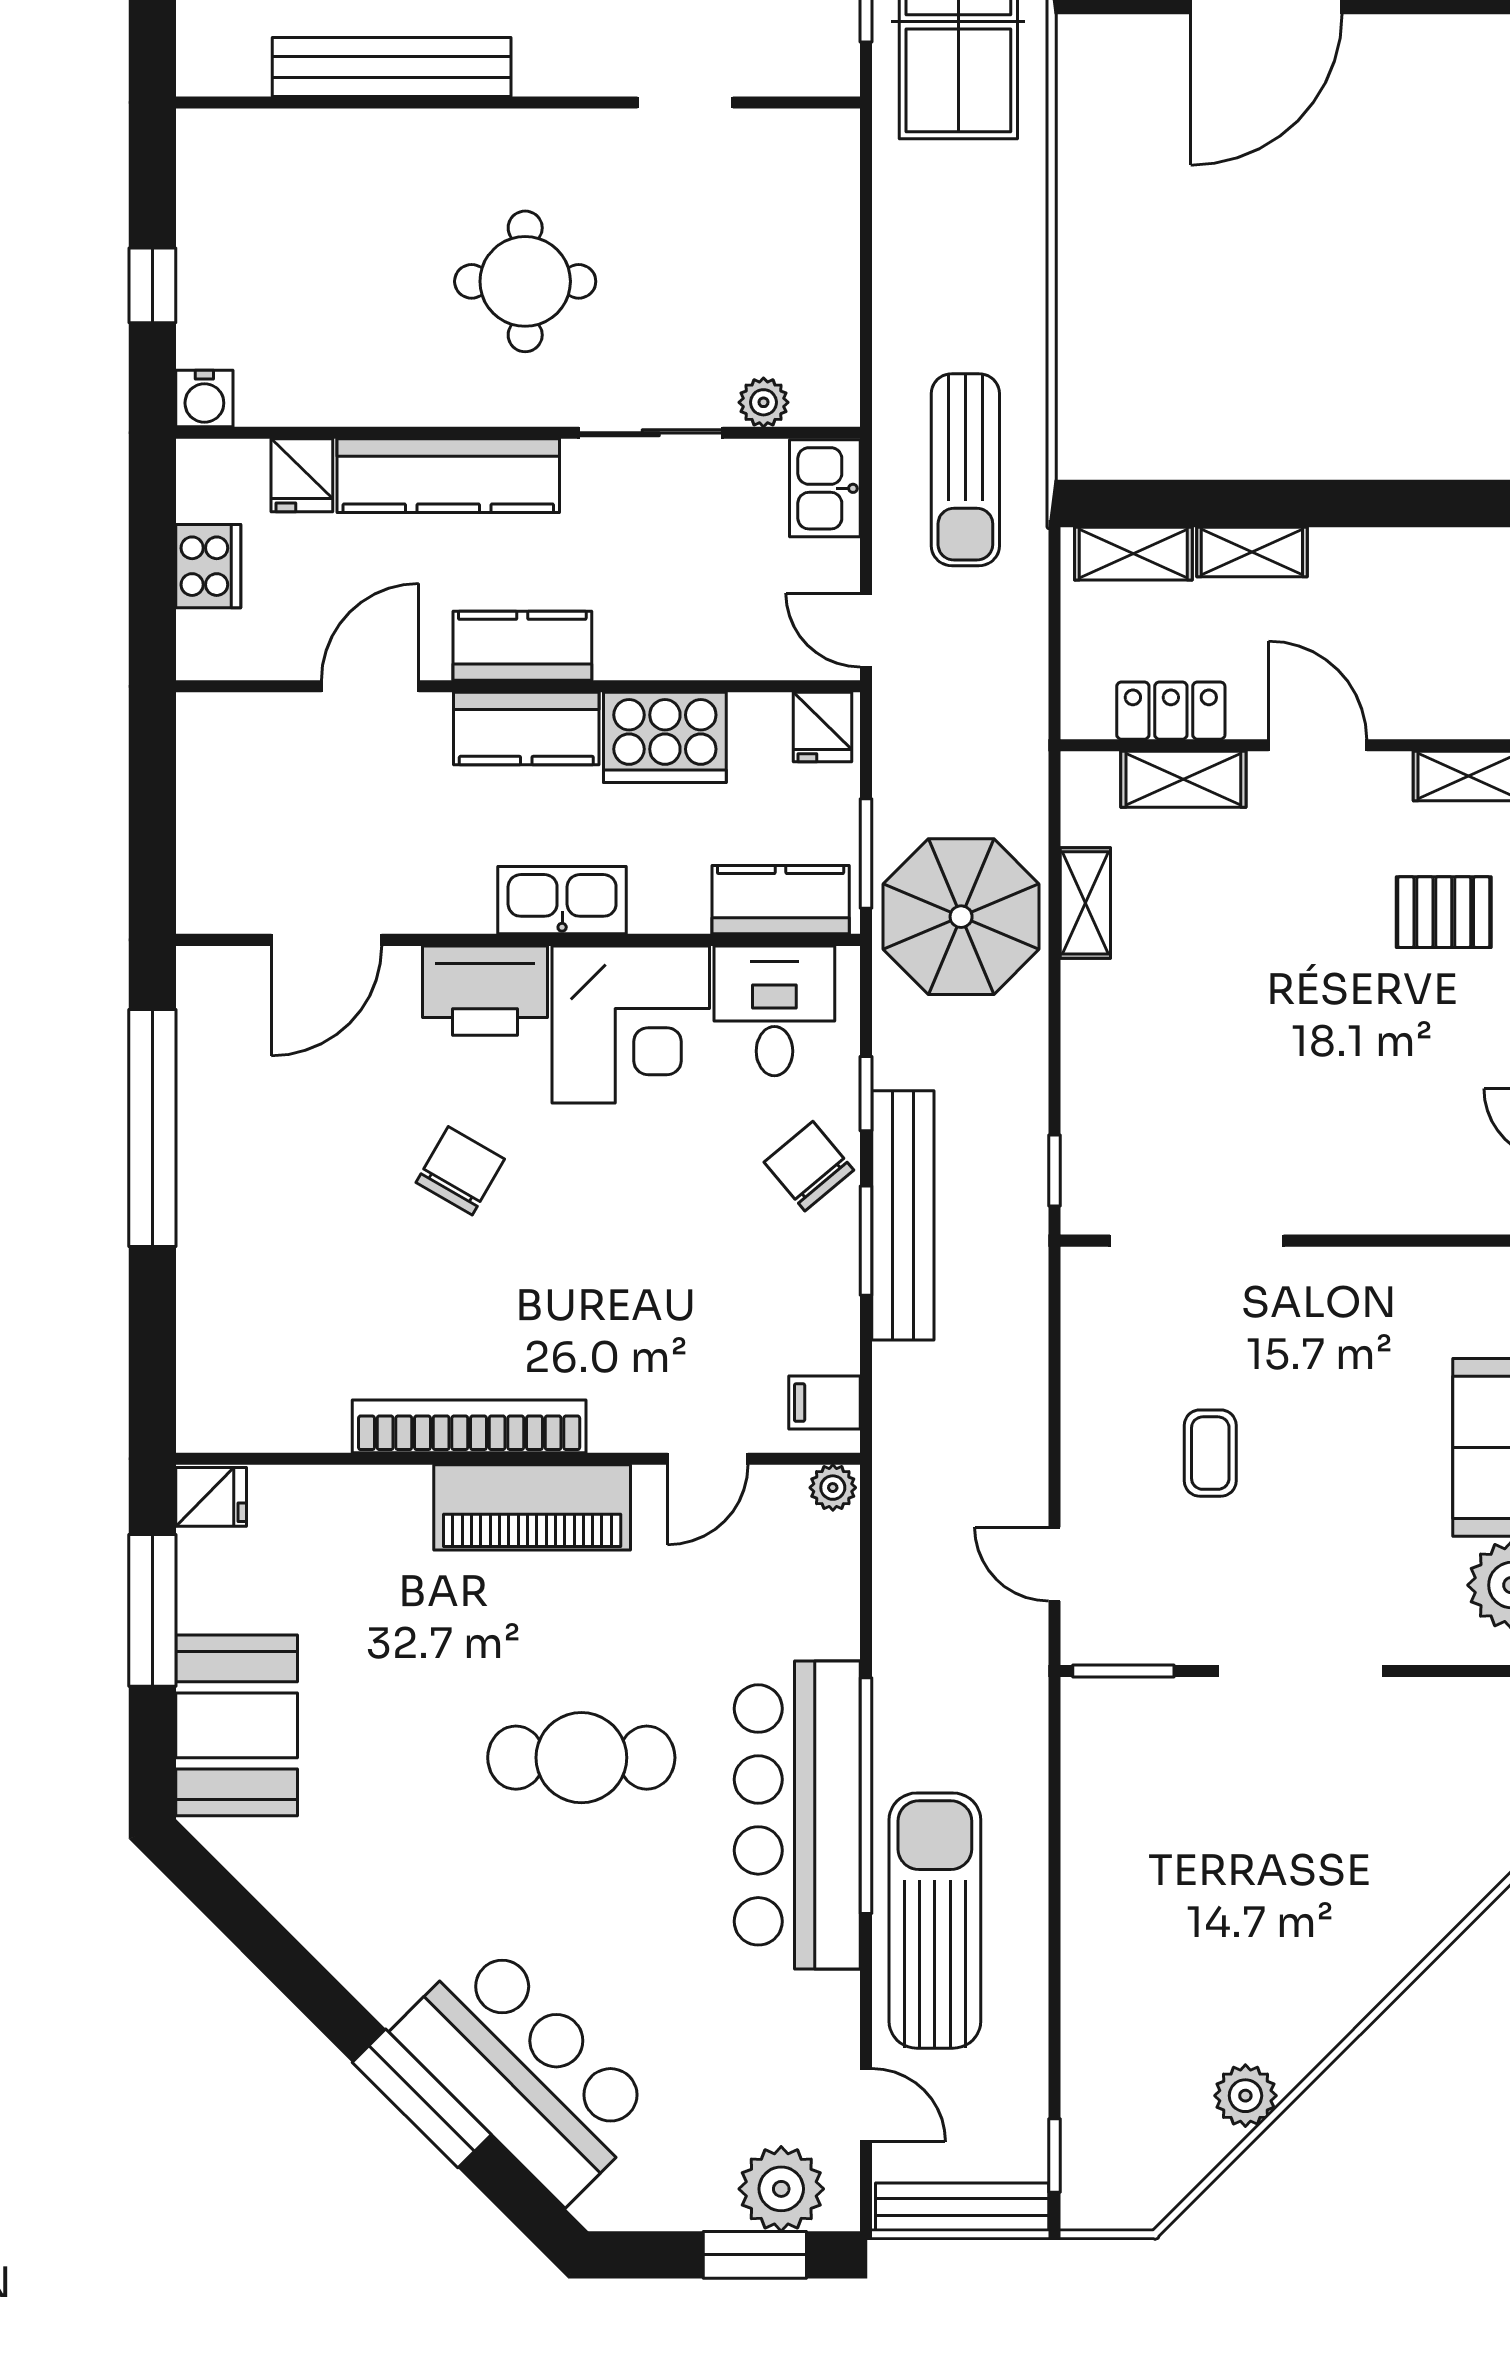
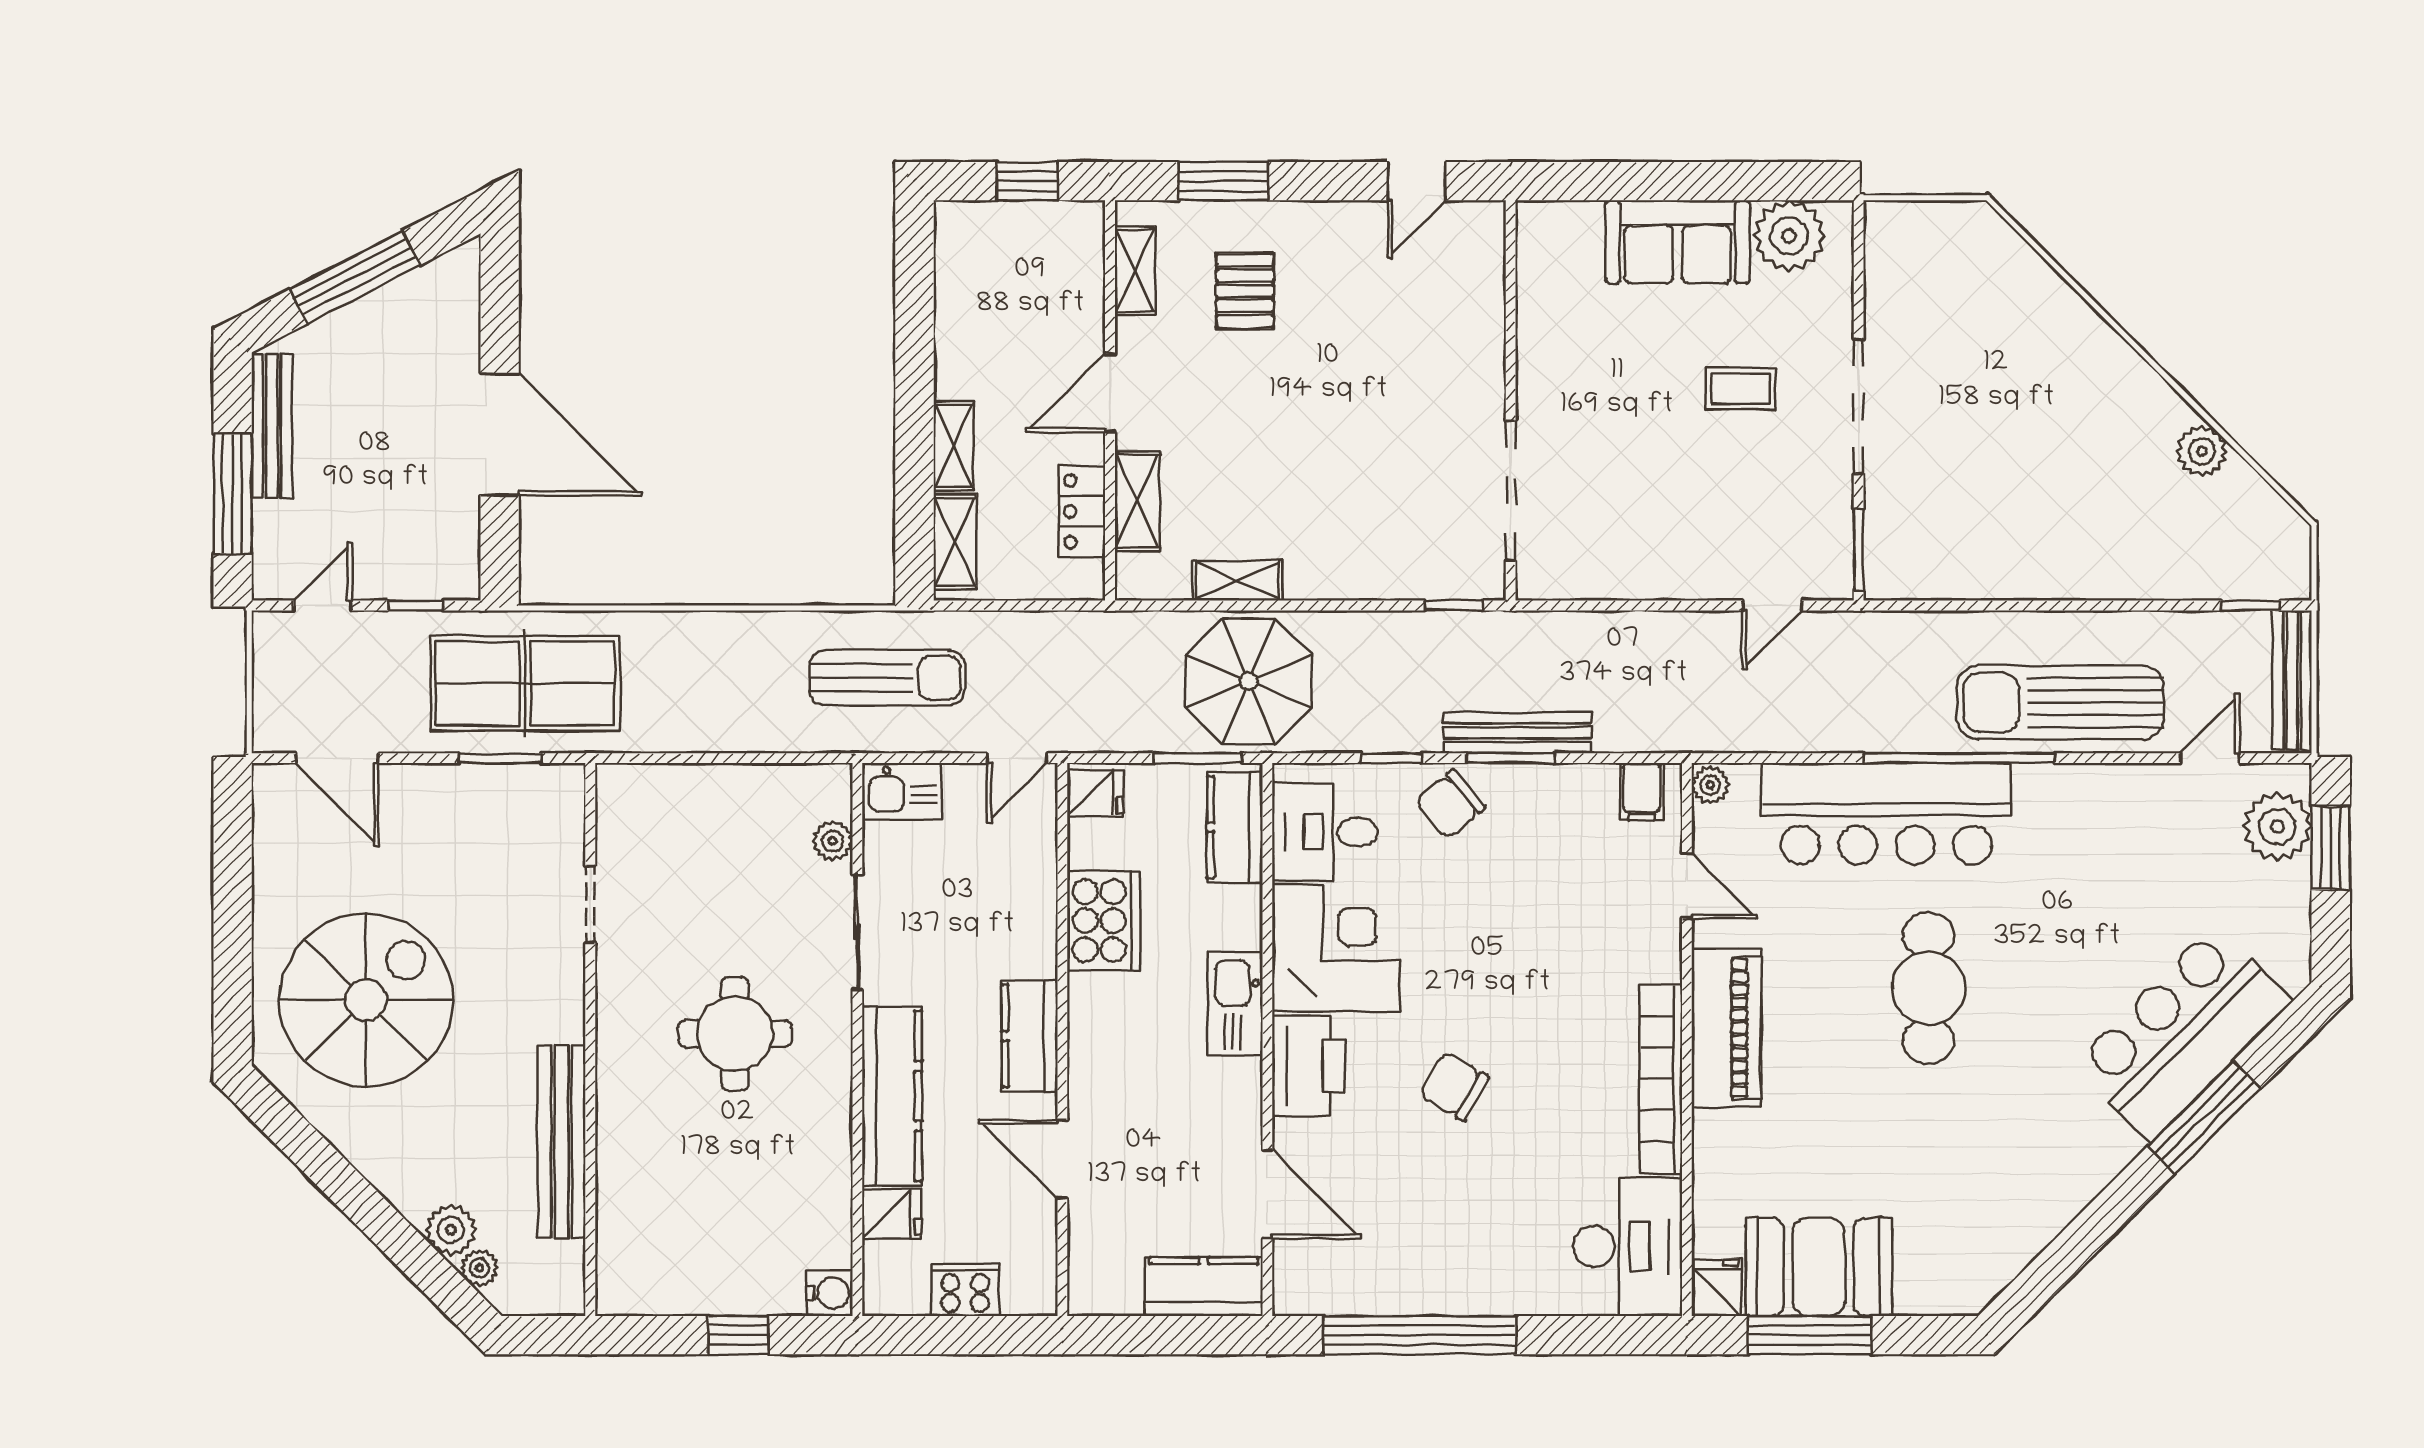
kitchen counter: (526, 729) -> (1204, 1287), moved, turned -90
bench: (903, 1215) -> (1517, 733), width x0.73, depth x0.82
desk: (262, 1385) -> (1628, 1247), added
coffee table: (1210, 1453) -> (1741, 389), moved
booth: (237, 1725) -> (1819, 1267), moved
bar counter: (797, 1815) -> (1886, 814), moved

